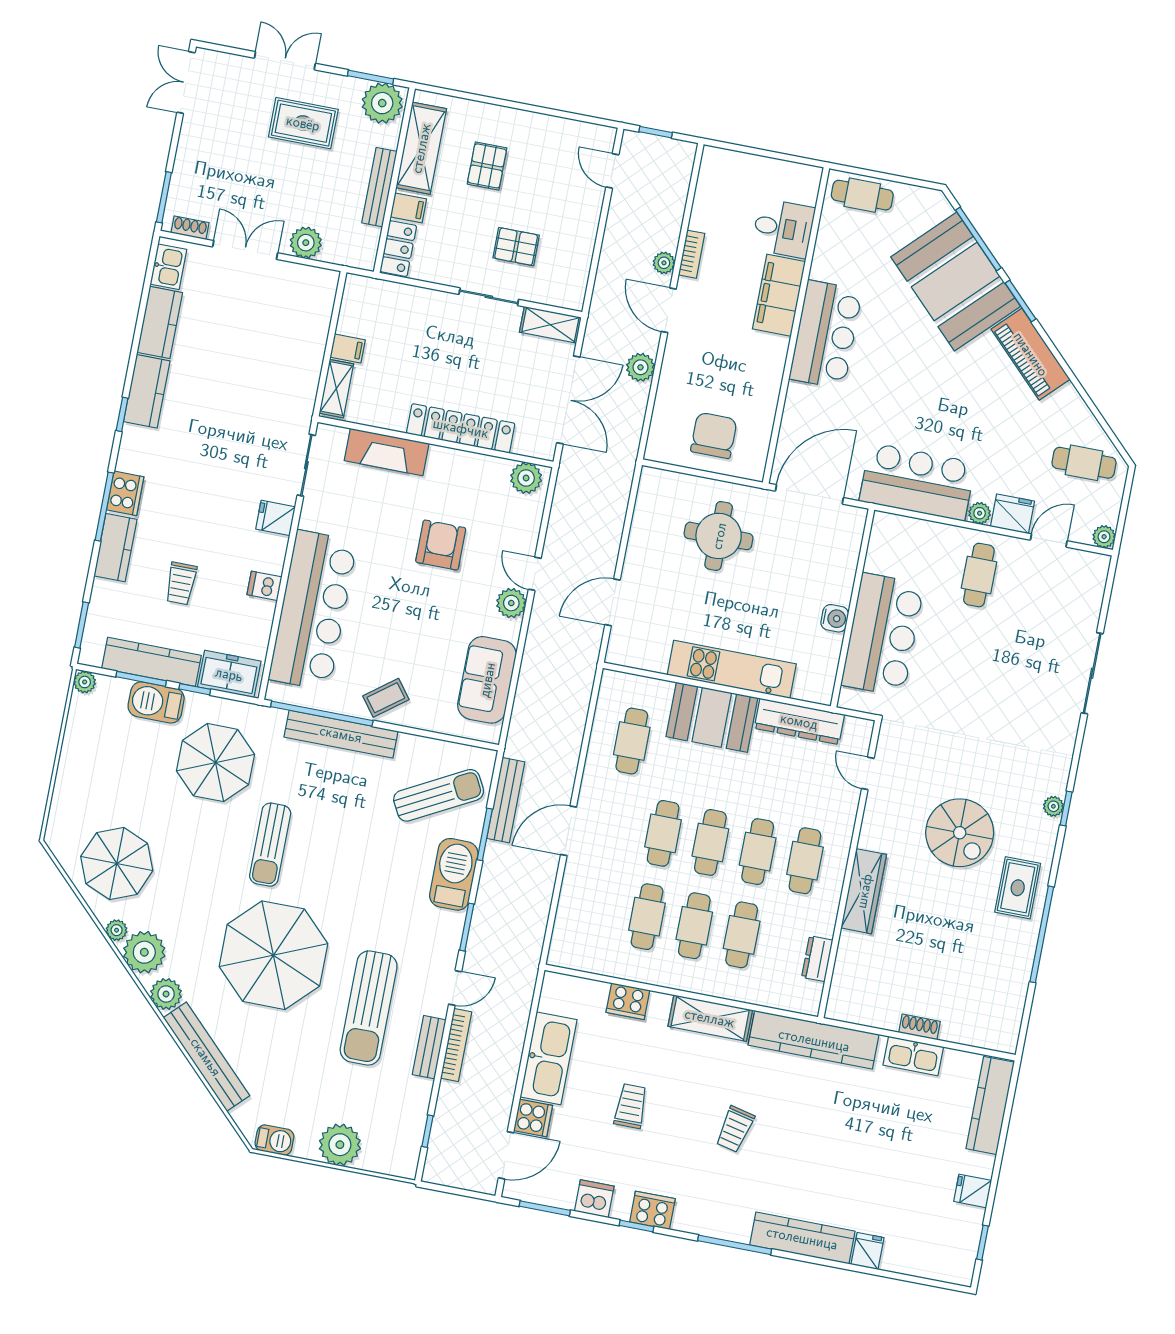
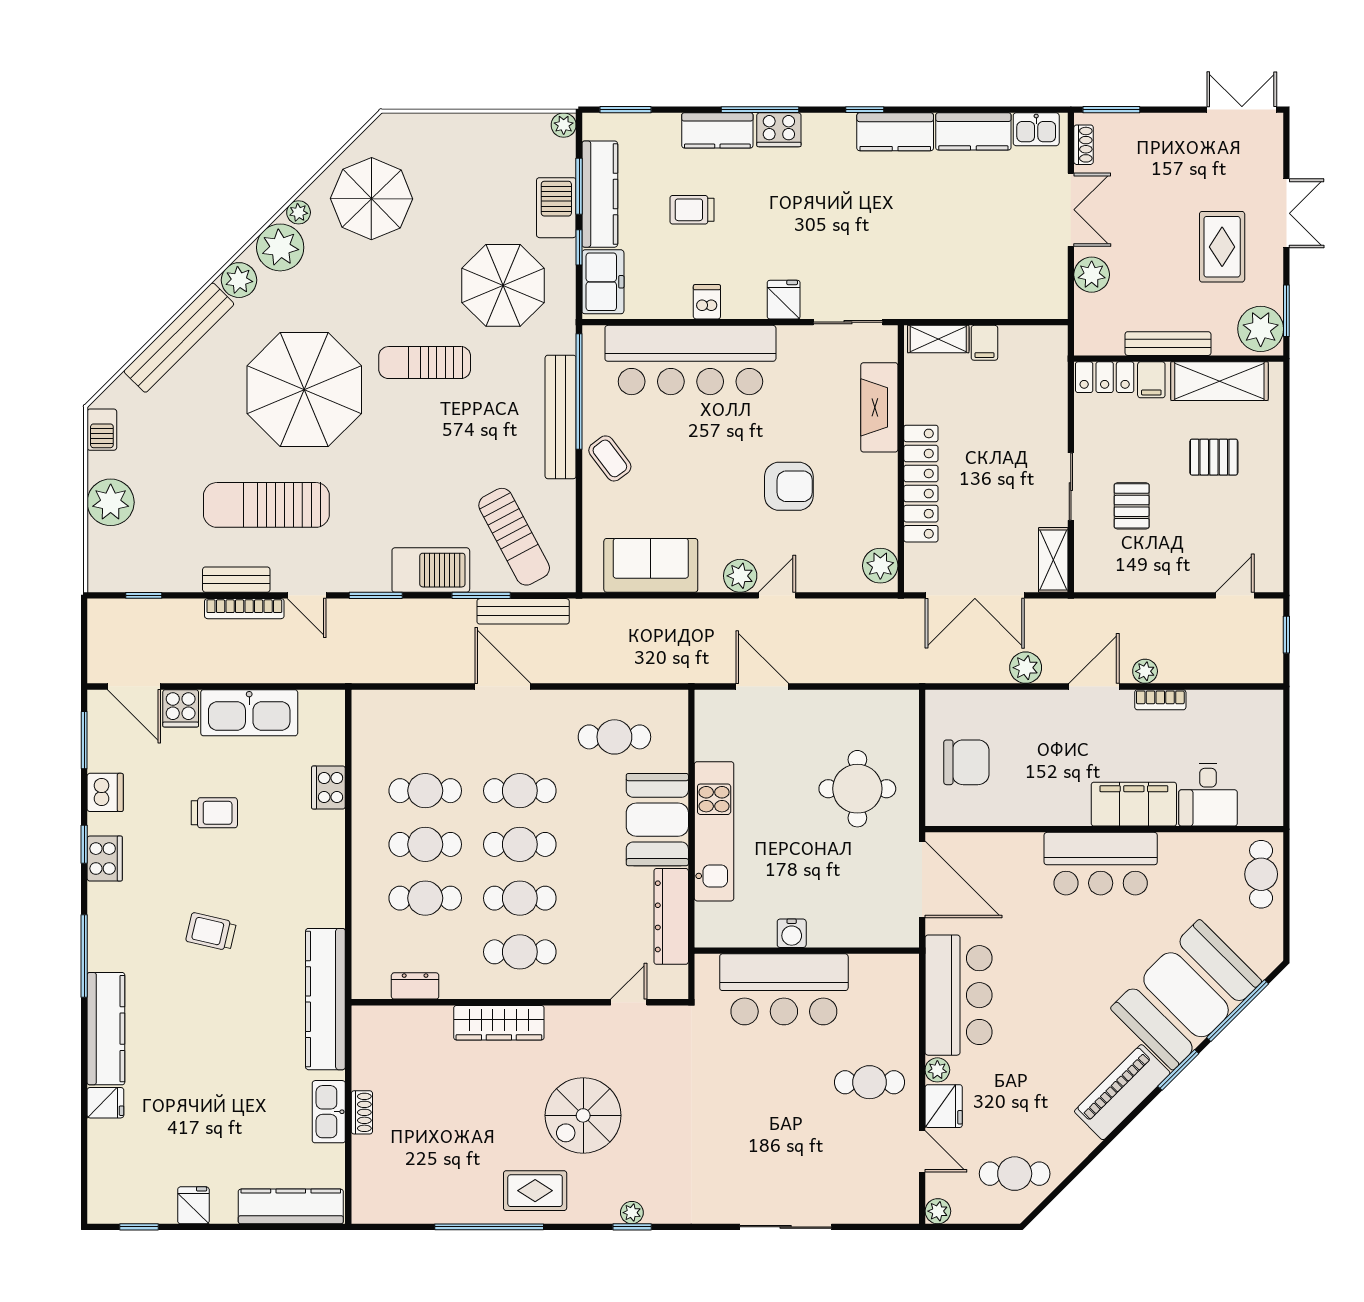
cafe table: (1084, 463) -> (1015, 1174), turned 90
shelving: (710, 1018) -> (327, 881), removed

